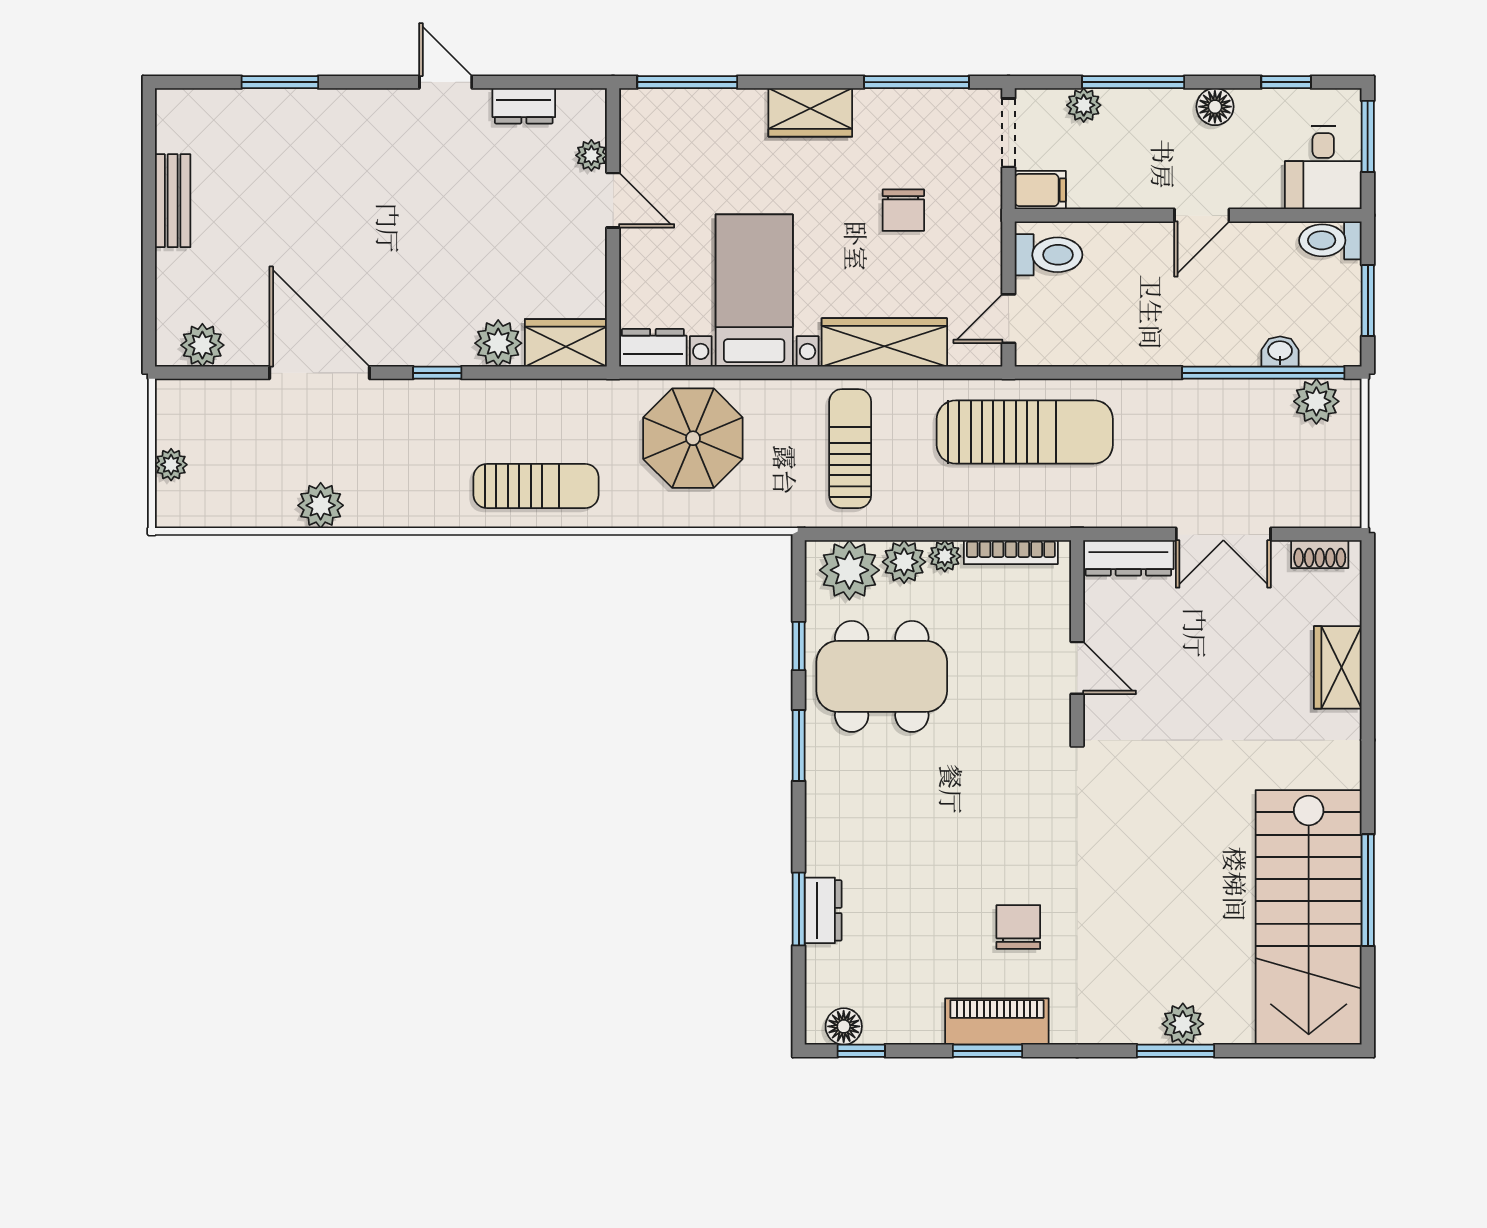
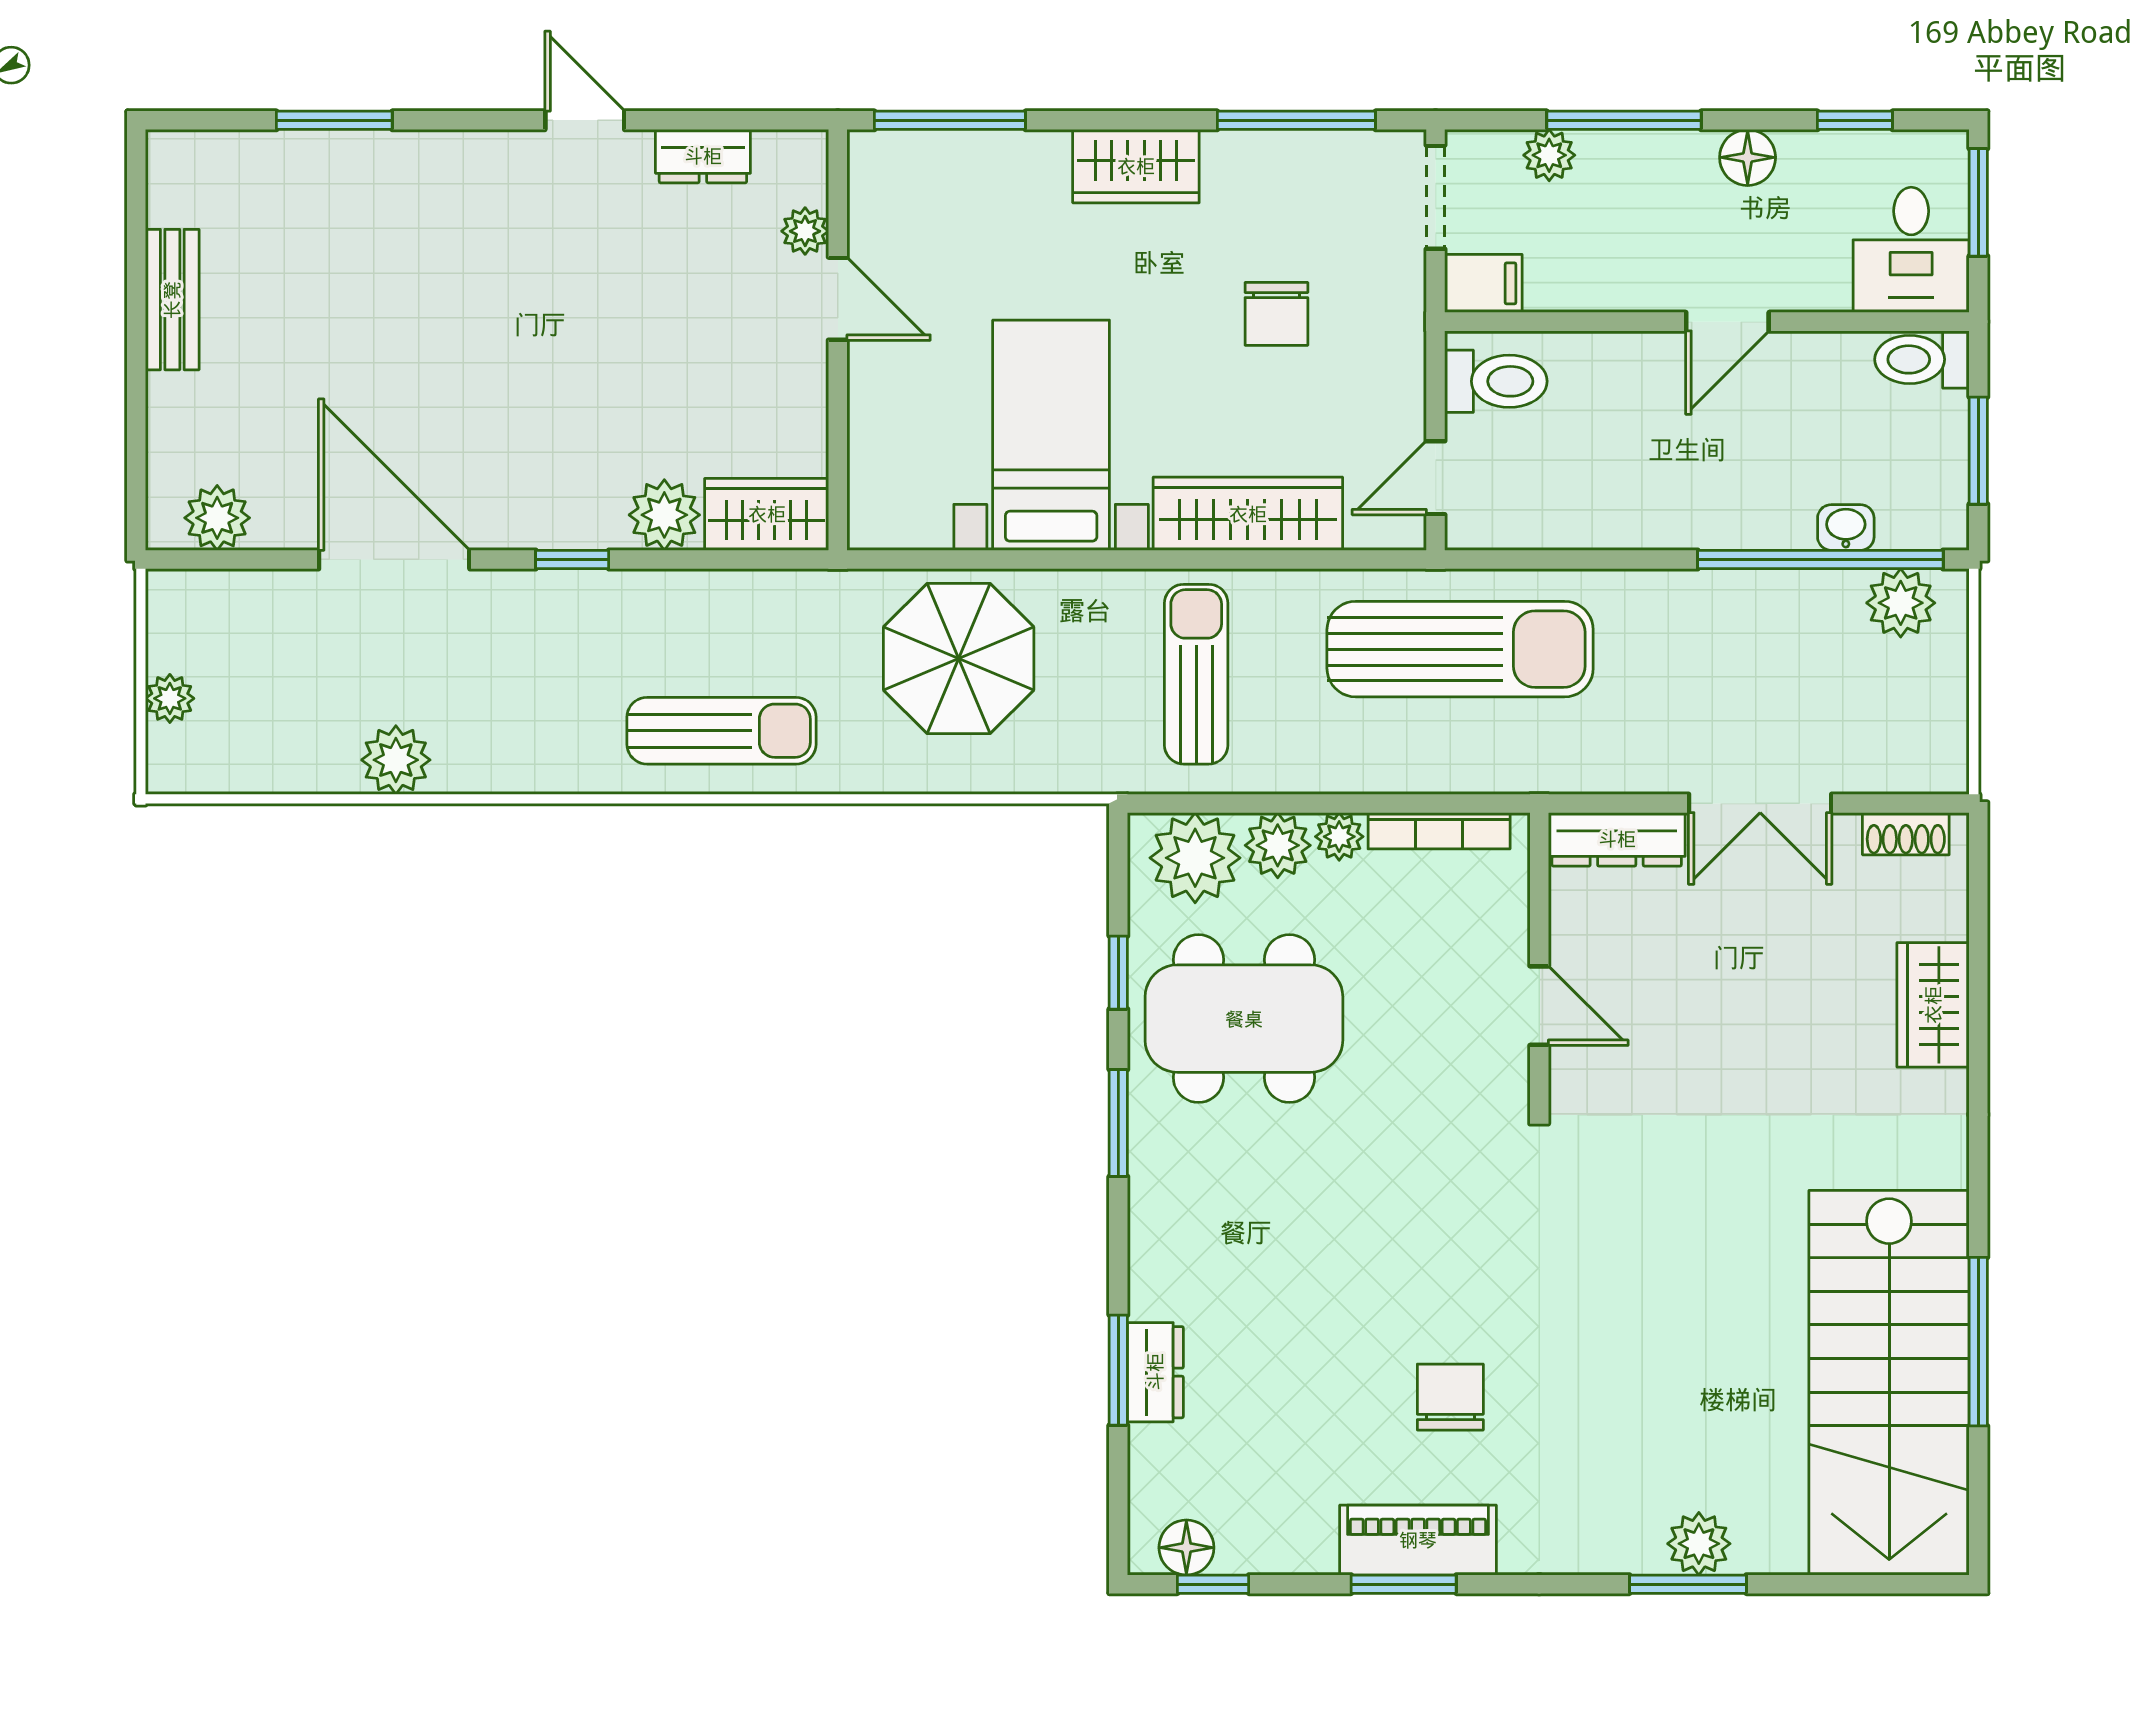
dresser: (653, 348) -> (898, 522), removed

